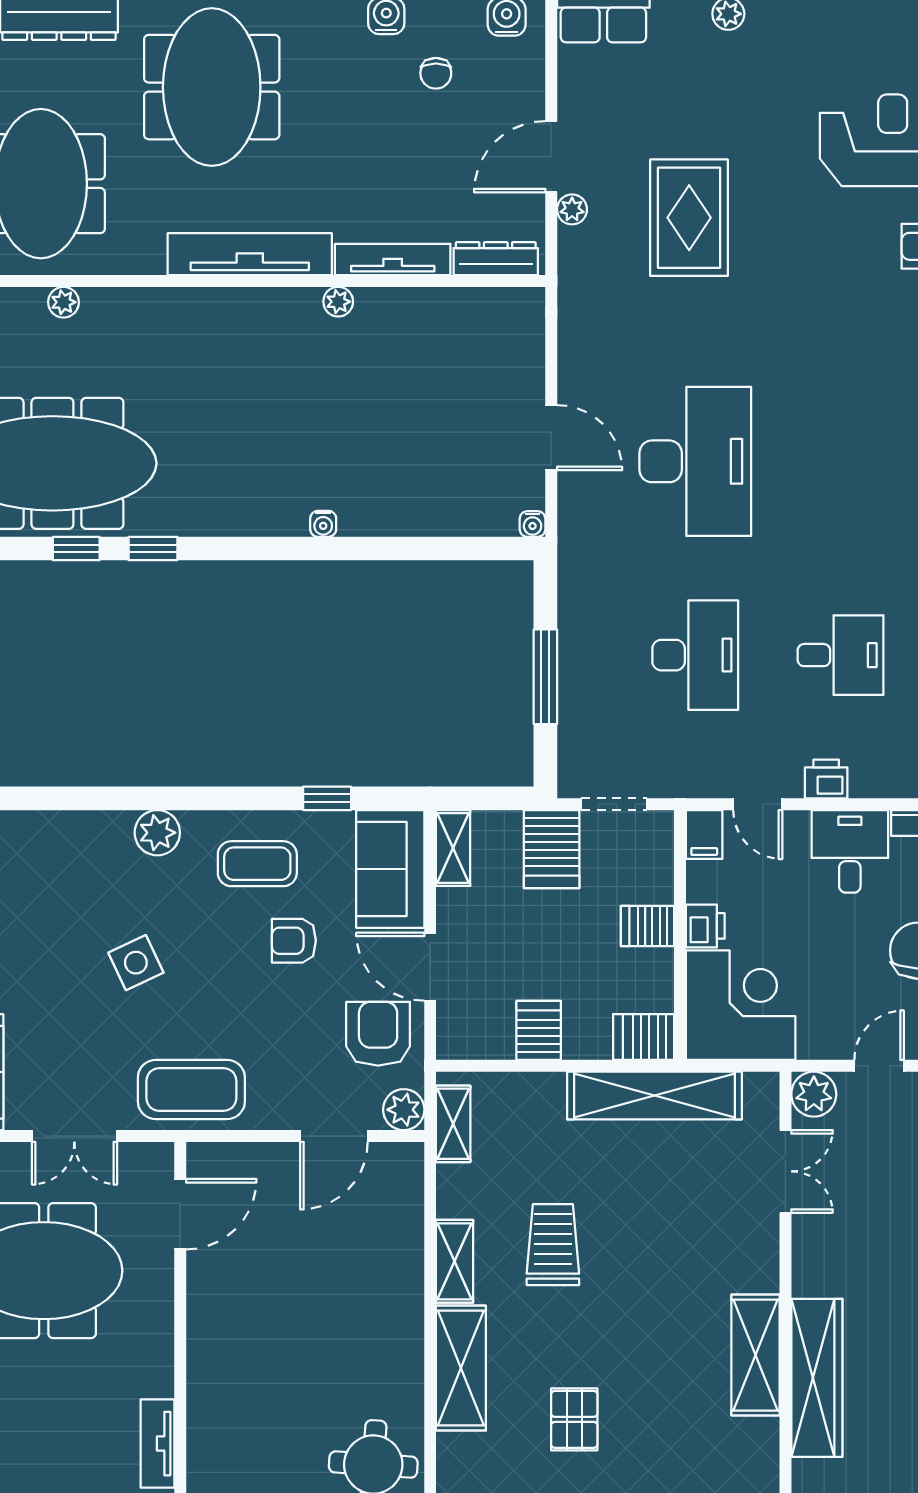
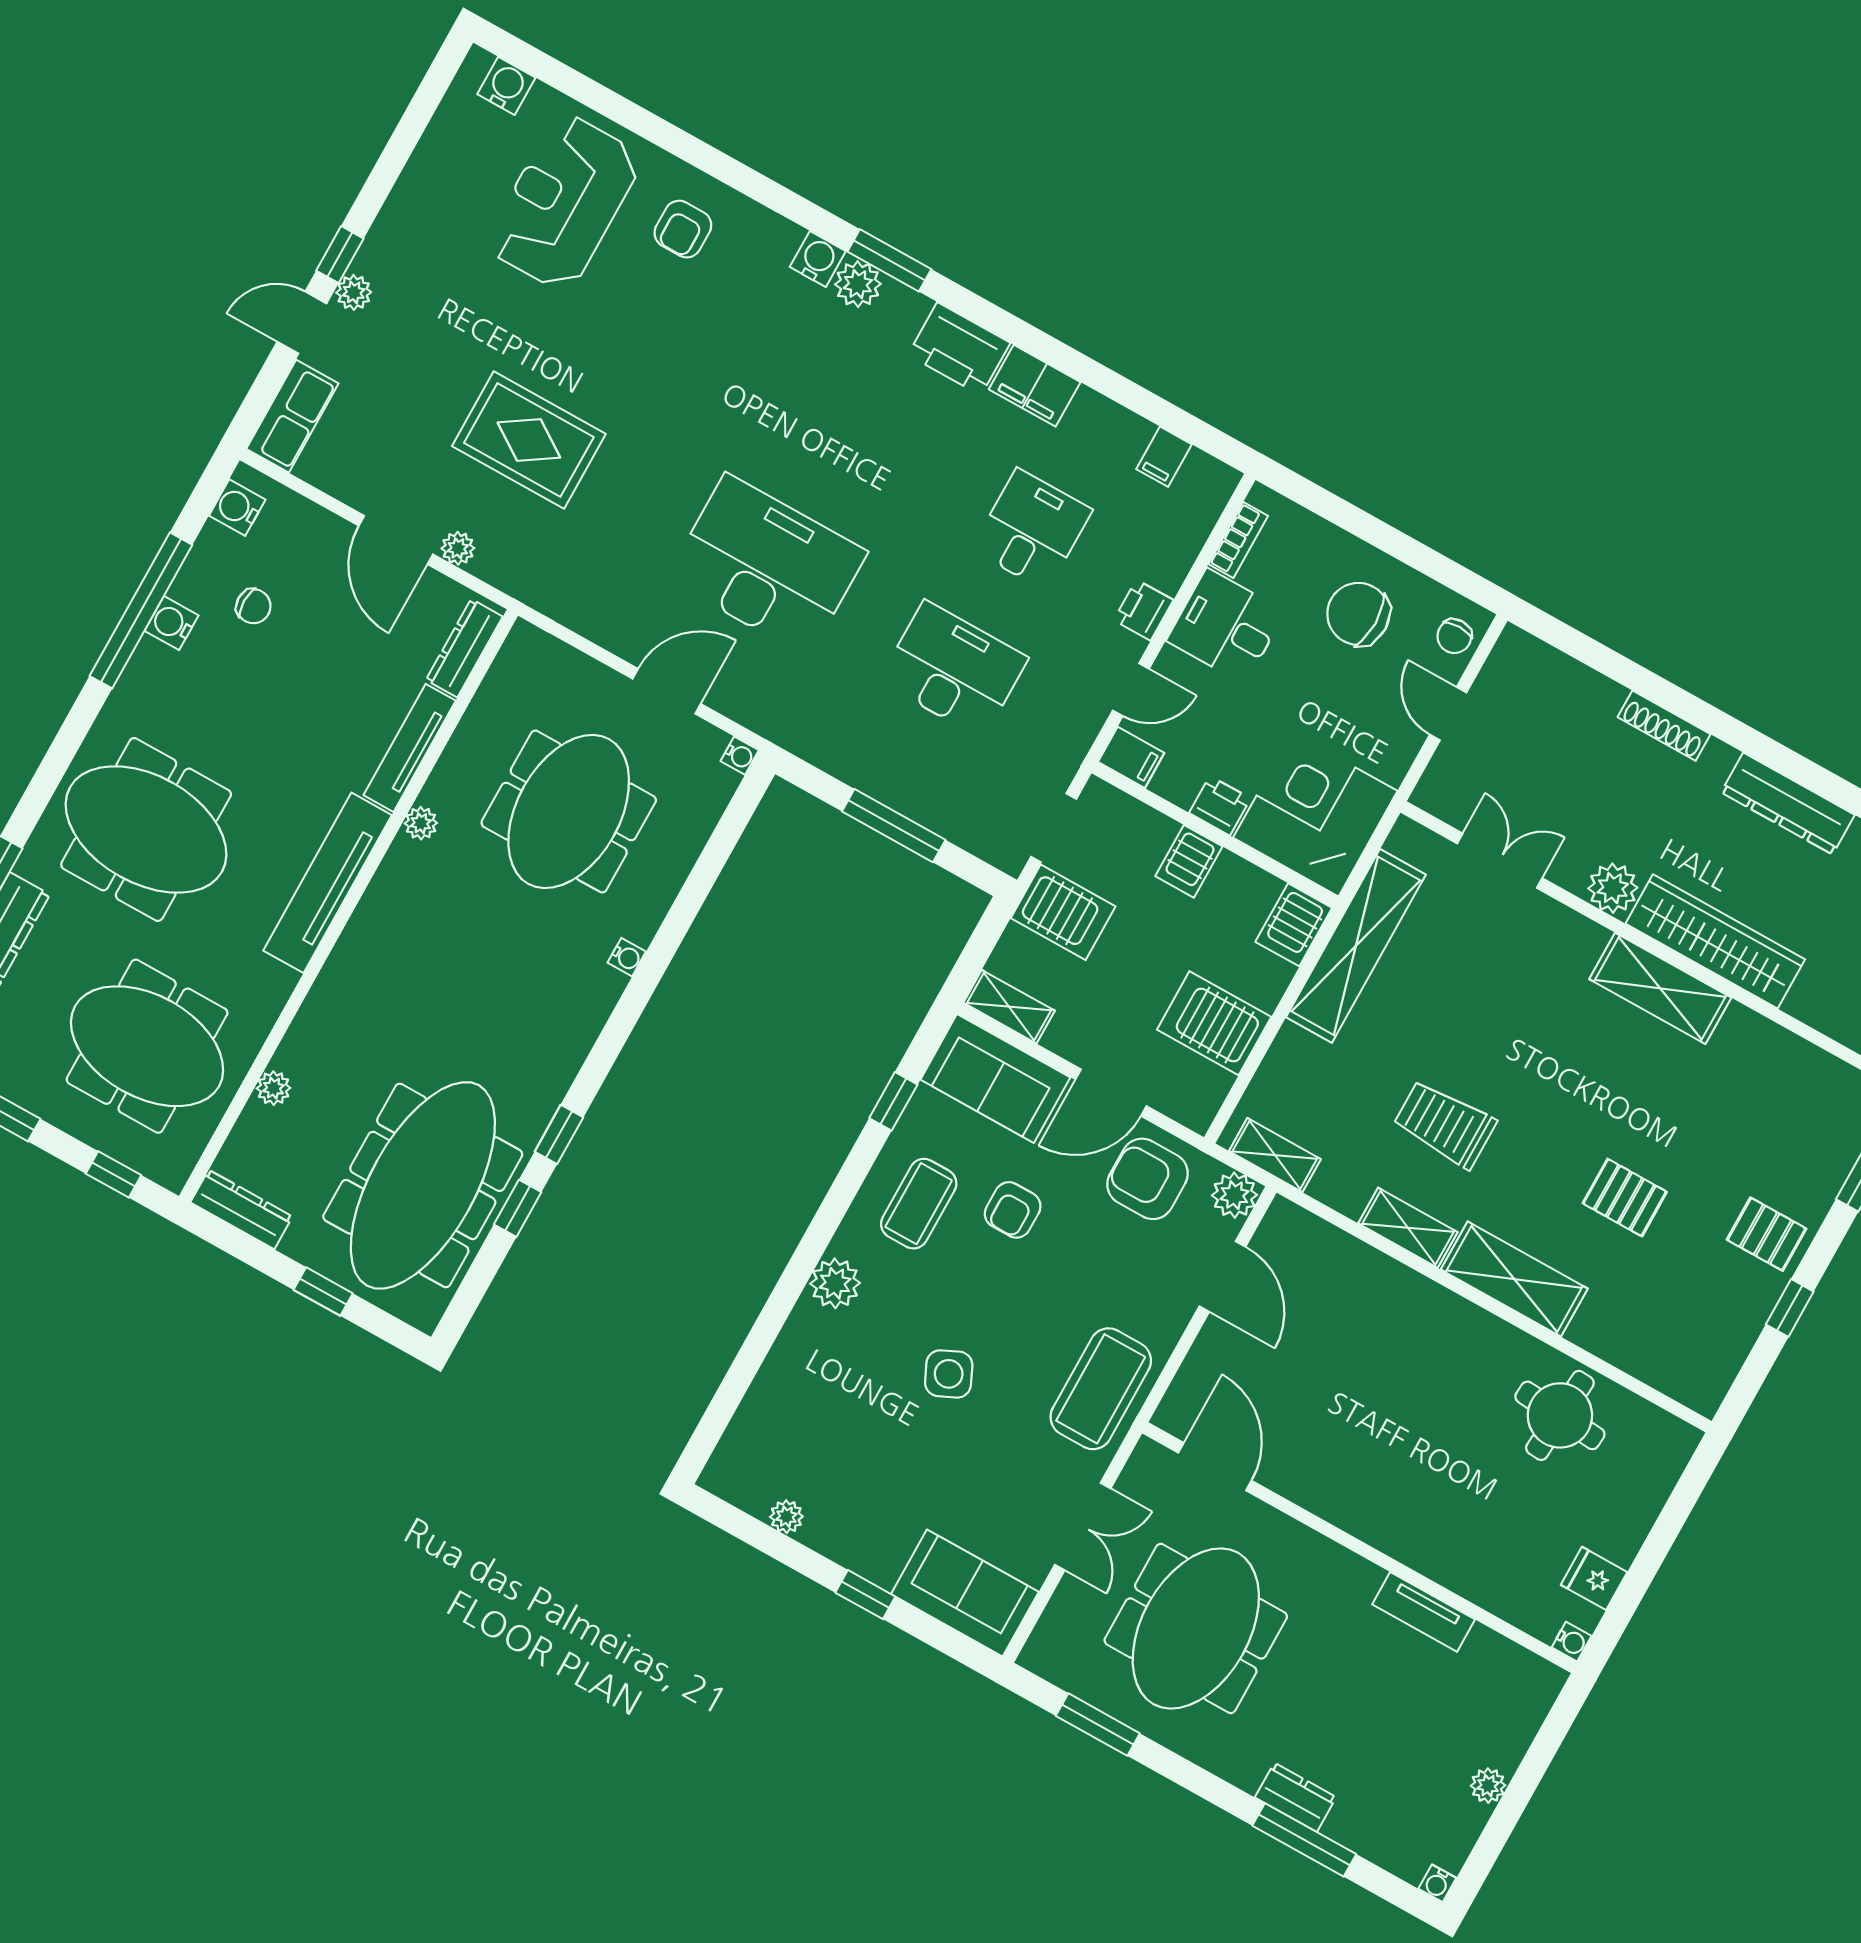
meeting table: (413, 413) -> (569, 812), added
server rack: (539, 1030) -> (1214, 1023), width x1.36, depth x1.44
plant: (814, 1094) -> (1613, 888), moved

